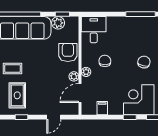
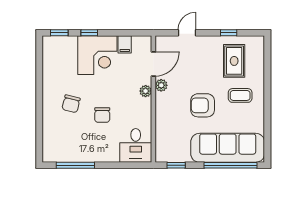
plant: (58, 23) -> (182, 154), removed
armchair: (68, 52) -> (203, 105), moved, turned 90
chair: (105, 61) -> (102, 115), moved
corner desk: (139, 100) -> (97, 55), moved

